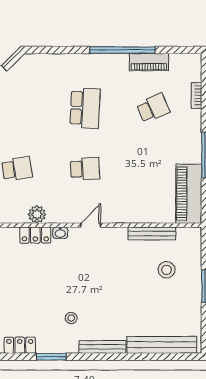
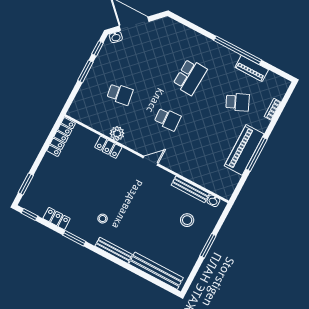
piano: (189, 194) -> (244, 150), moved
washbasin: (60, 233) -> (213, 201), moved

